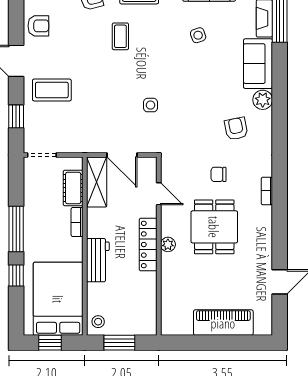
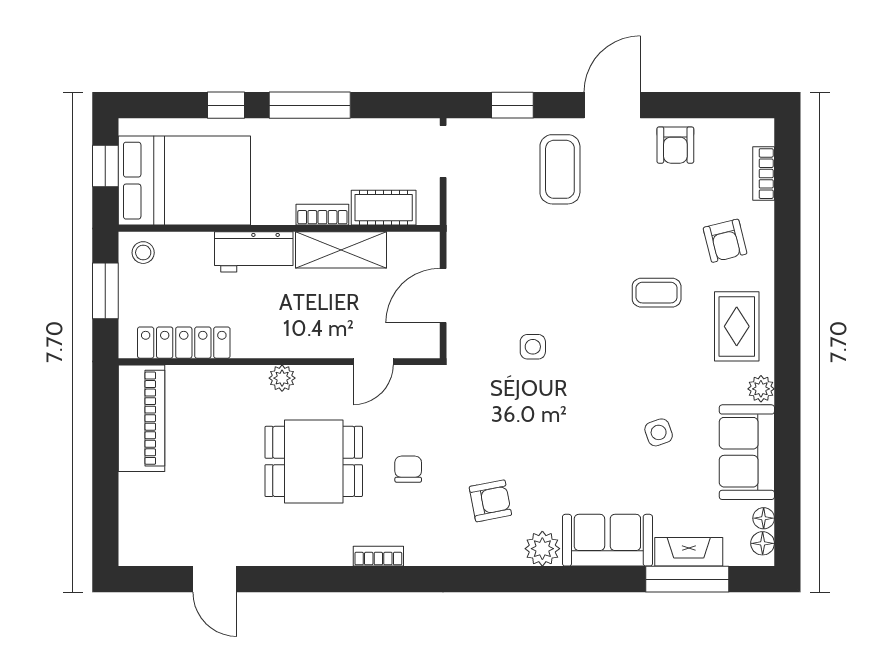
shelving: (97, 182) -> (341, 250), moved
locker: (148, 245) -> (184, 343), moved
piano: (223, 323) -> (141, 418), moved

